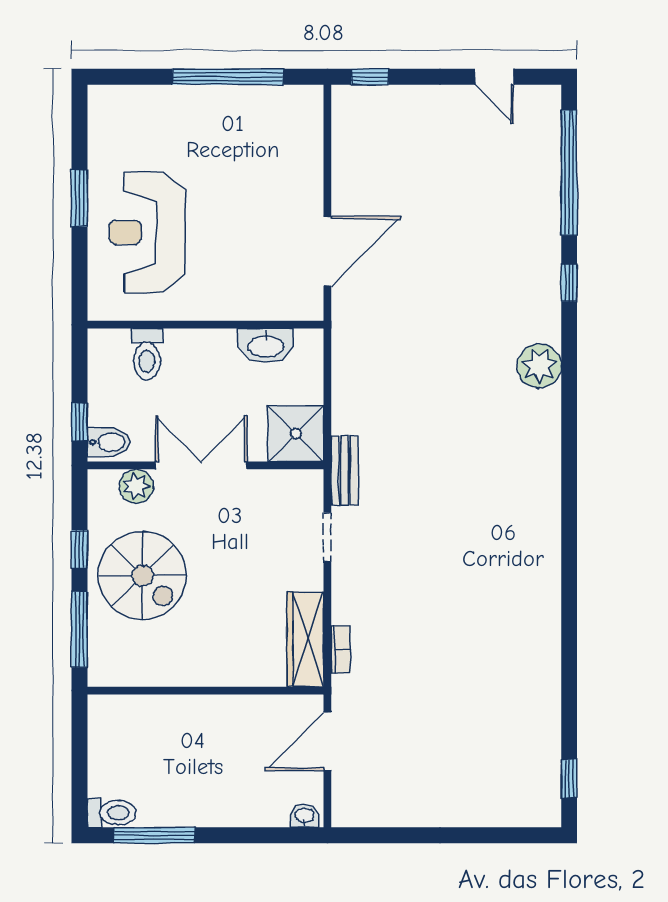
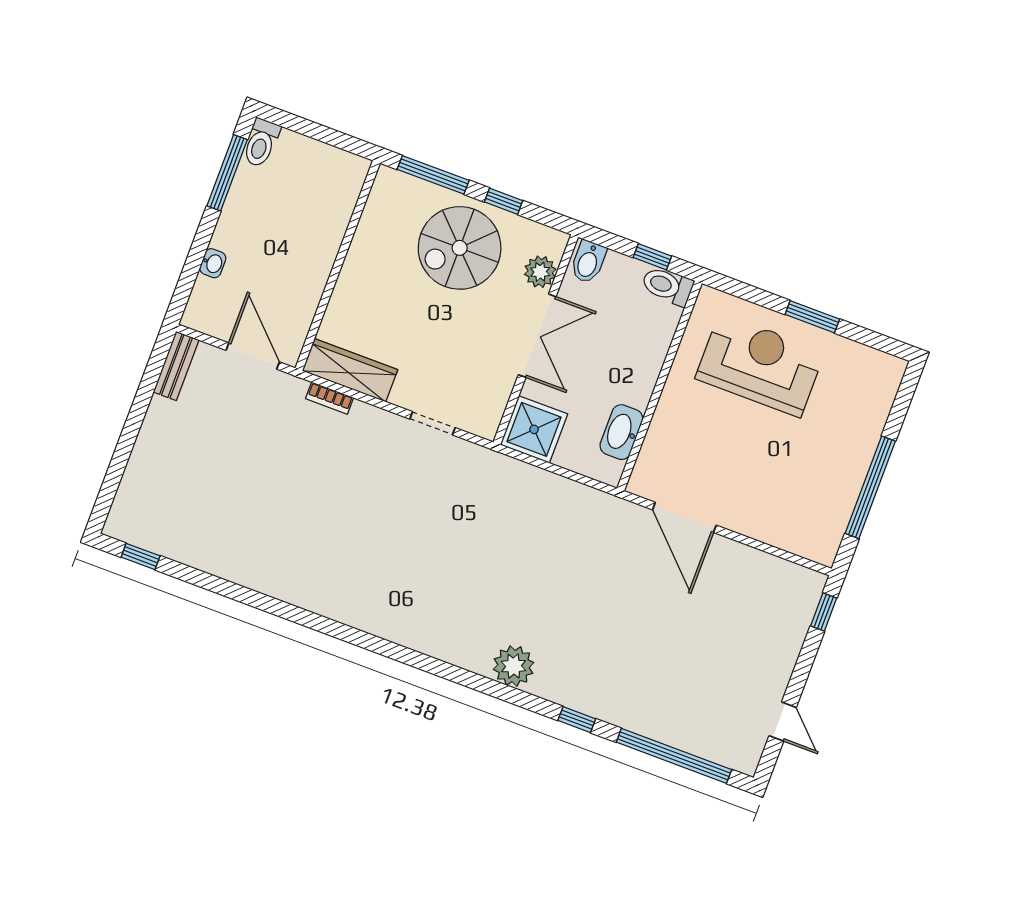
door: (494, 77) -> (783, 722), swing flipped
toilet: (147, 354) -> (667, 286), moved
window: (79, 422) -> (652, 257), moved
bench: (344, 470) -> (176, 366), moved, turned 90
washbasin: (304, 816) -> (213, 263), moved

